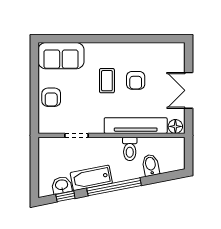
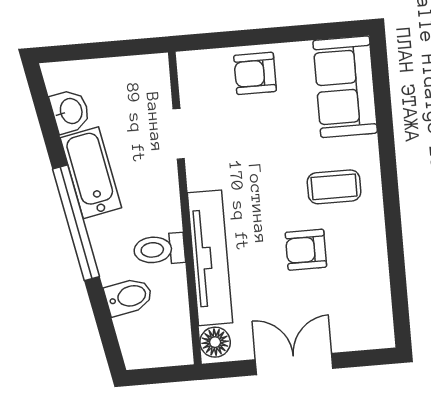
coffee table: (107, 81) -> (334, 187), moved
window: (65, 196) -> (47, 121), removed

